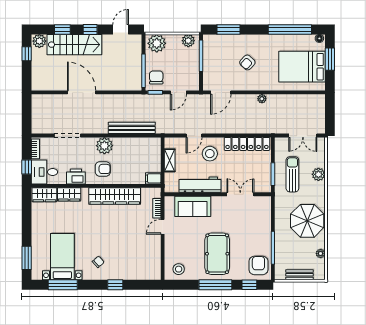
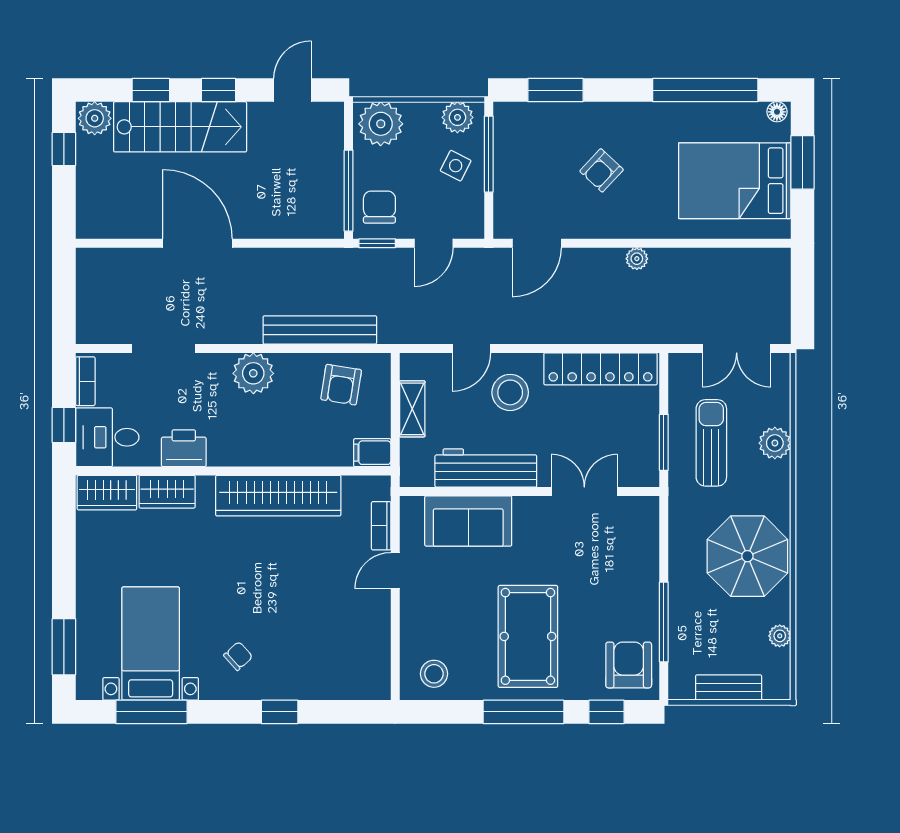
side table: (187, 61) -> (456, 166), added
armchair: (103, 169) -> (341, 385), moved, turned 99

